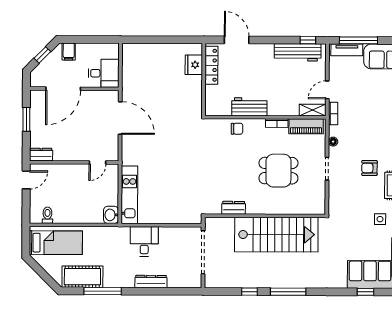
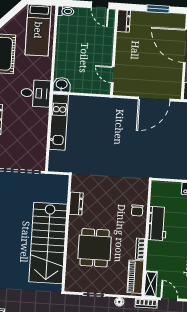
kitchen unit: (129, 195) -> (59, 122), moved, turned -90
dresser: (234, 208) -> (76, 204), moved
toilet: (47, 215) -> (66, 11), moved
wall: (265, 216) -> (67, 233), moved
stairs: (276, 235) -> (48, 243), moved
desk: (144, 241) -> (36, 93), moved

